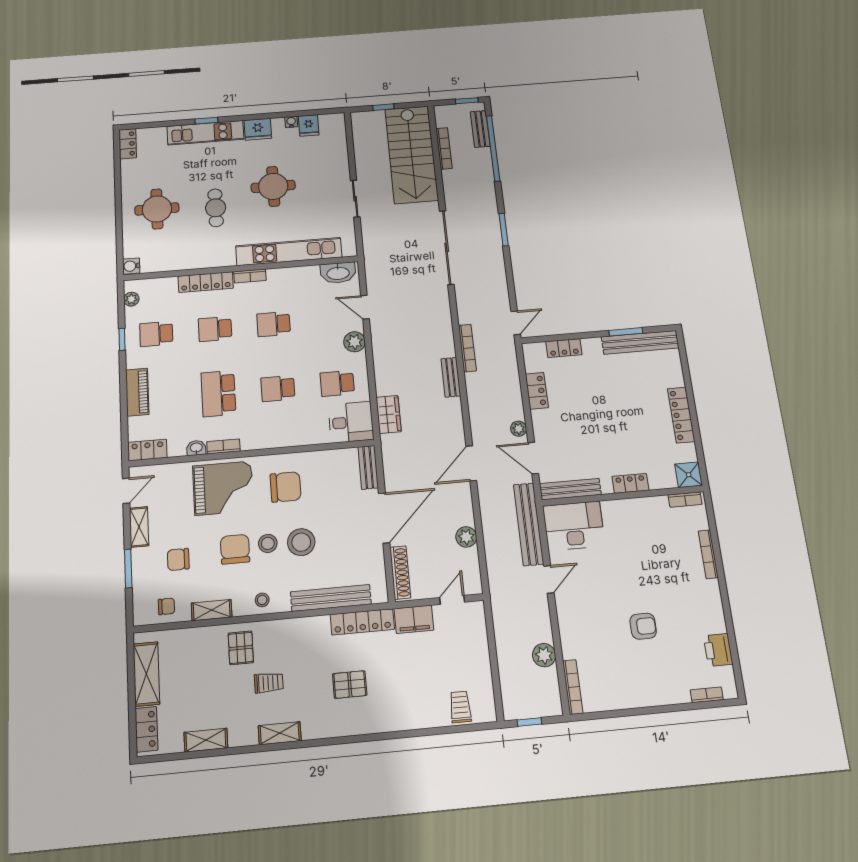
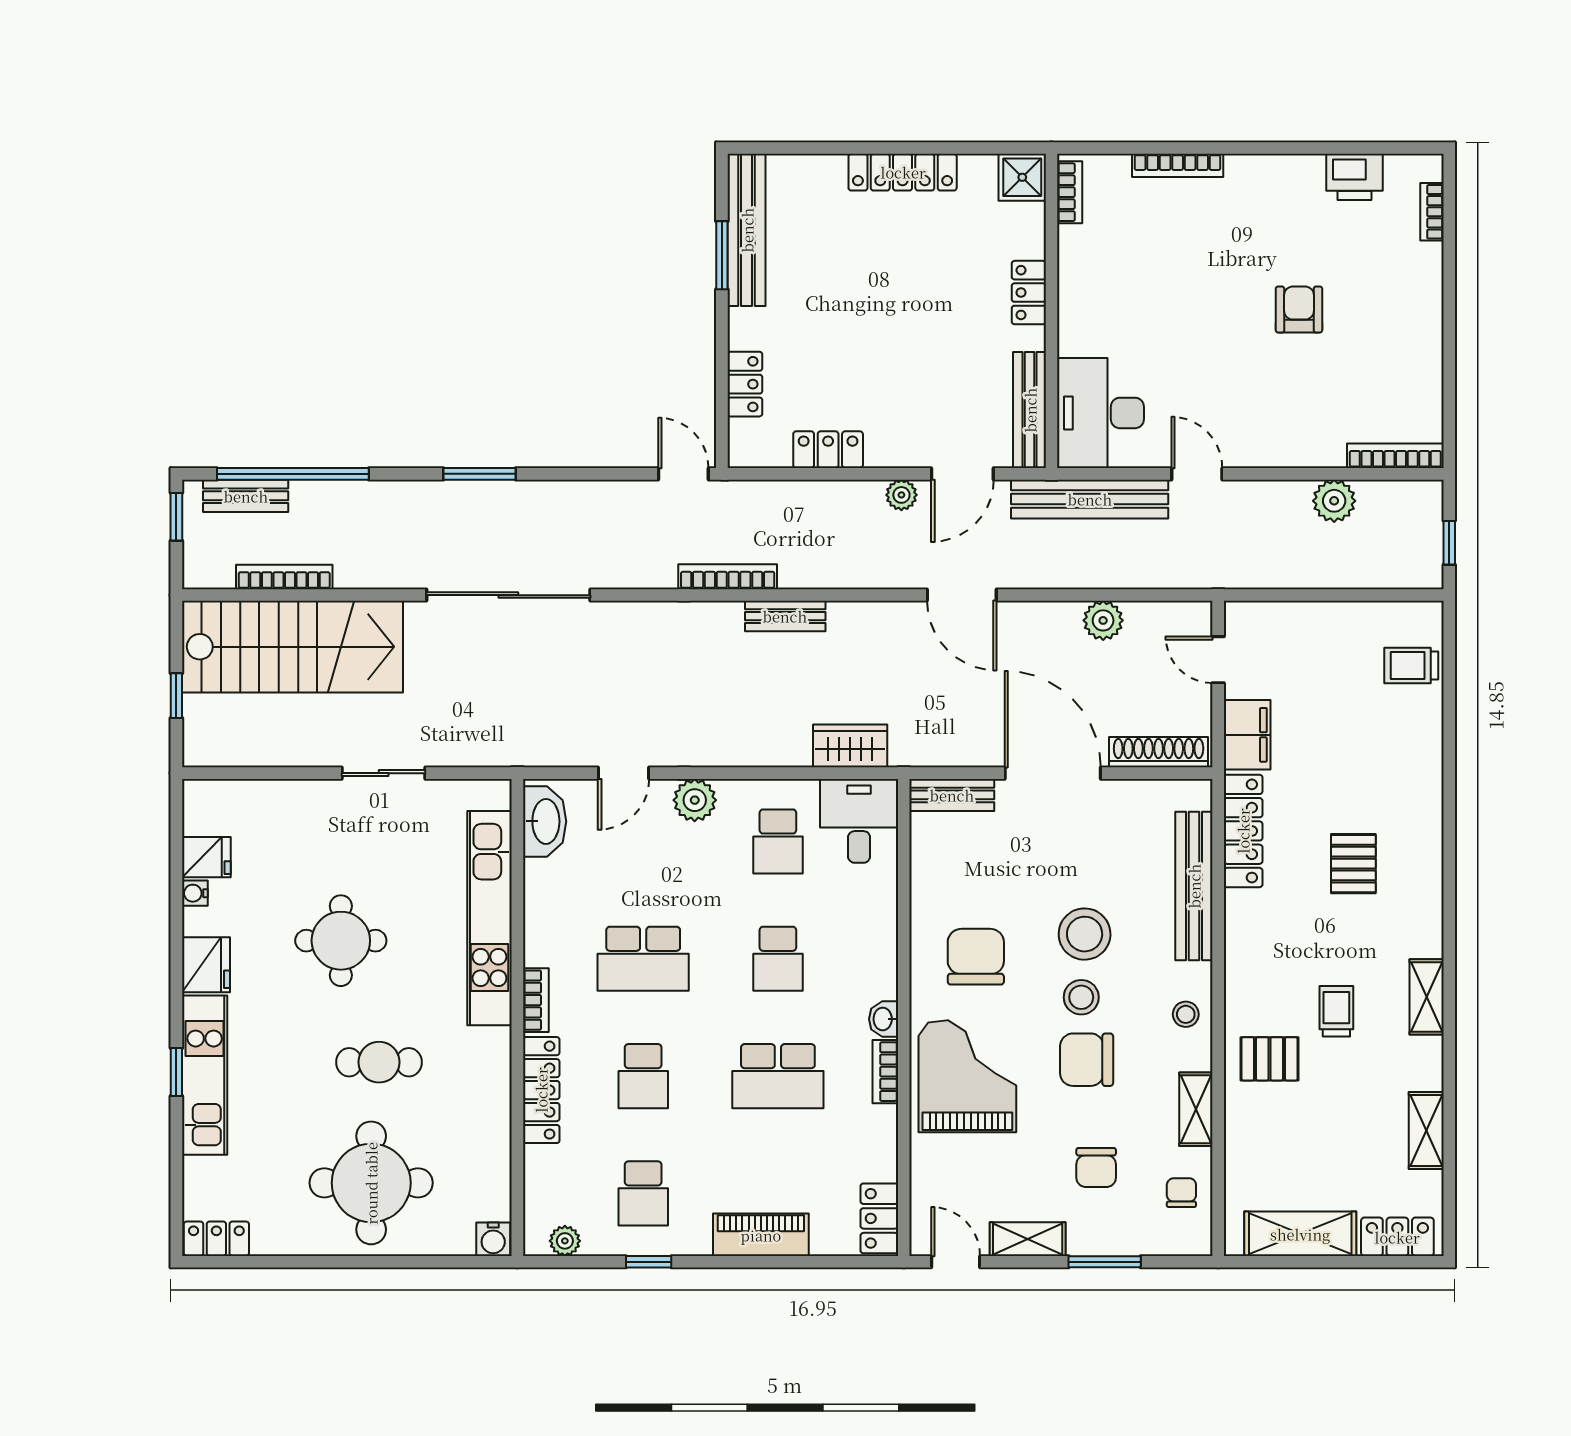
round table: (157, 209) -> (371, 1183), width x1.36, depth x1.36
school desk: (274, 324) -> (643, 959), width x1.85
washbasin: (196, 448) -> (884, 1019), moved

